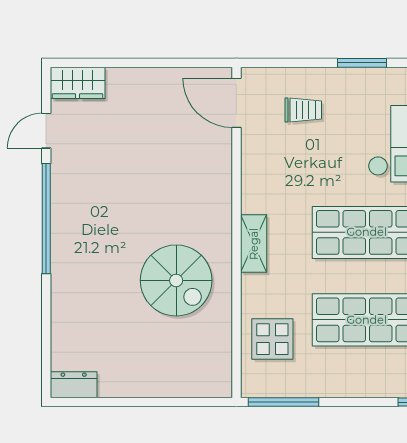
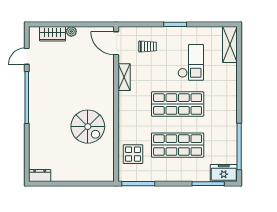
plant: (141, 78) -> (71, 31), added
wardrobe: (78, 83) -> (53, 34), moved
shelving: (254, 244) -> (124, 77), moved

